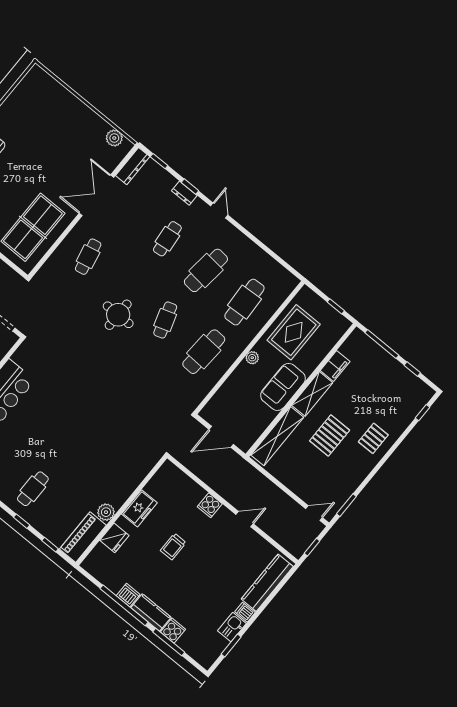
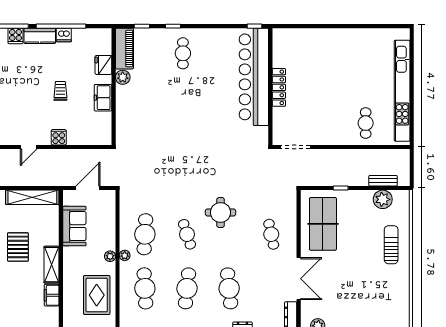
cafe table: (167, 239) -> (229, 288), width x1.37, depth x1.35
plant: (238, 347) -> (125, 255), added
sofa: (283, 387) -> (74, 226), moved
shelving: (277, 436) -> (32, 197), moved, turned 90

